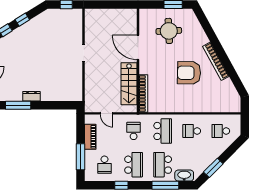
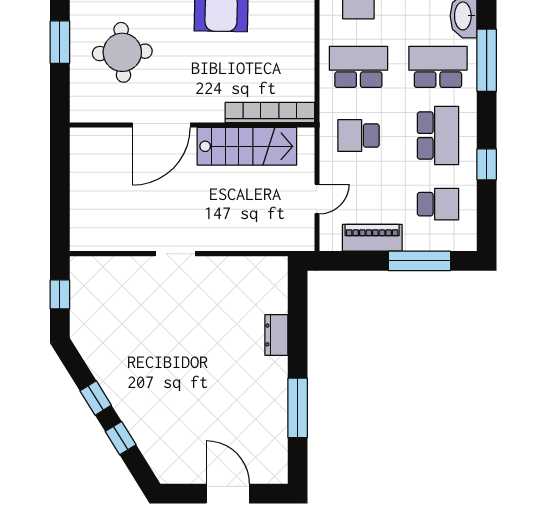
dresser: (31, 96) -> (276, 335), moved
school desk: (134, 165) -> (438, 136), turned 90
school desk: (163, 165) -> (438, 67), turned 180

